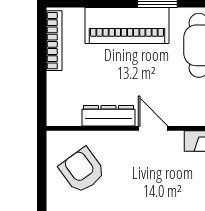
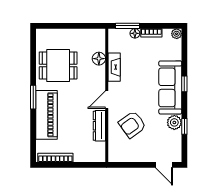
armchair: (82, 170) -> (132, 125), moved

